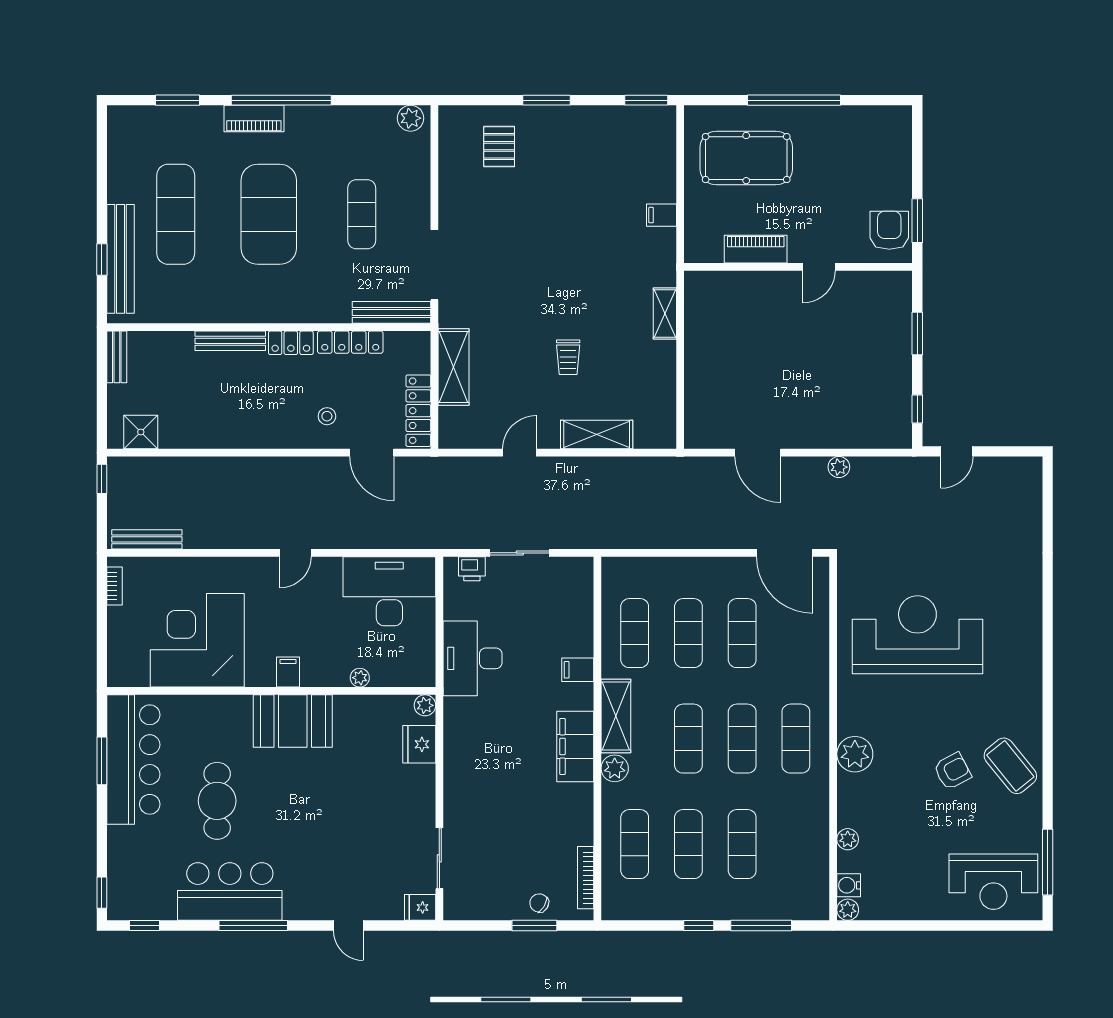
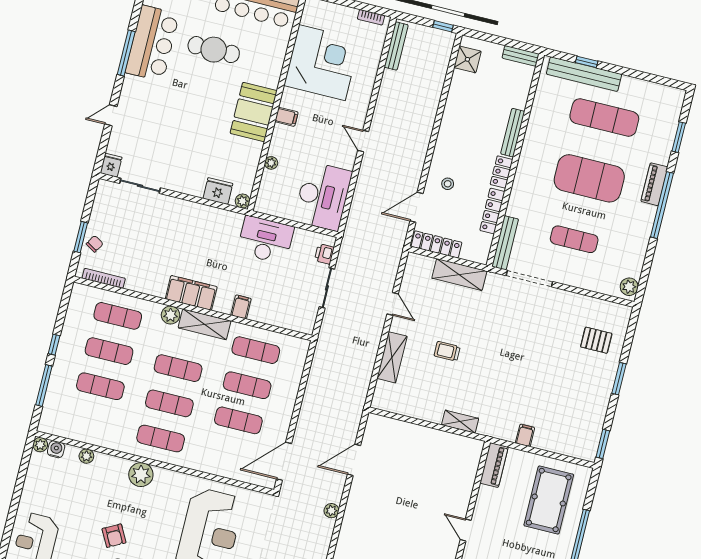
piano: (756, 249) -> (494, 465), moved

